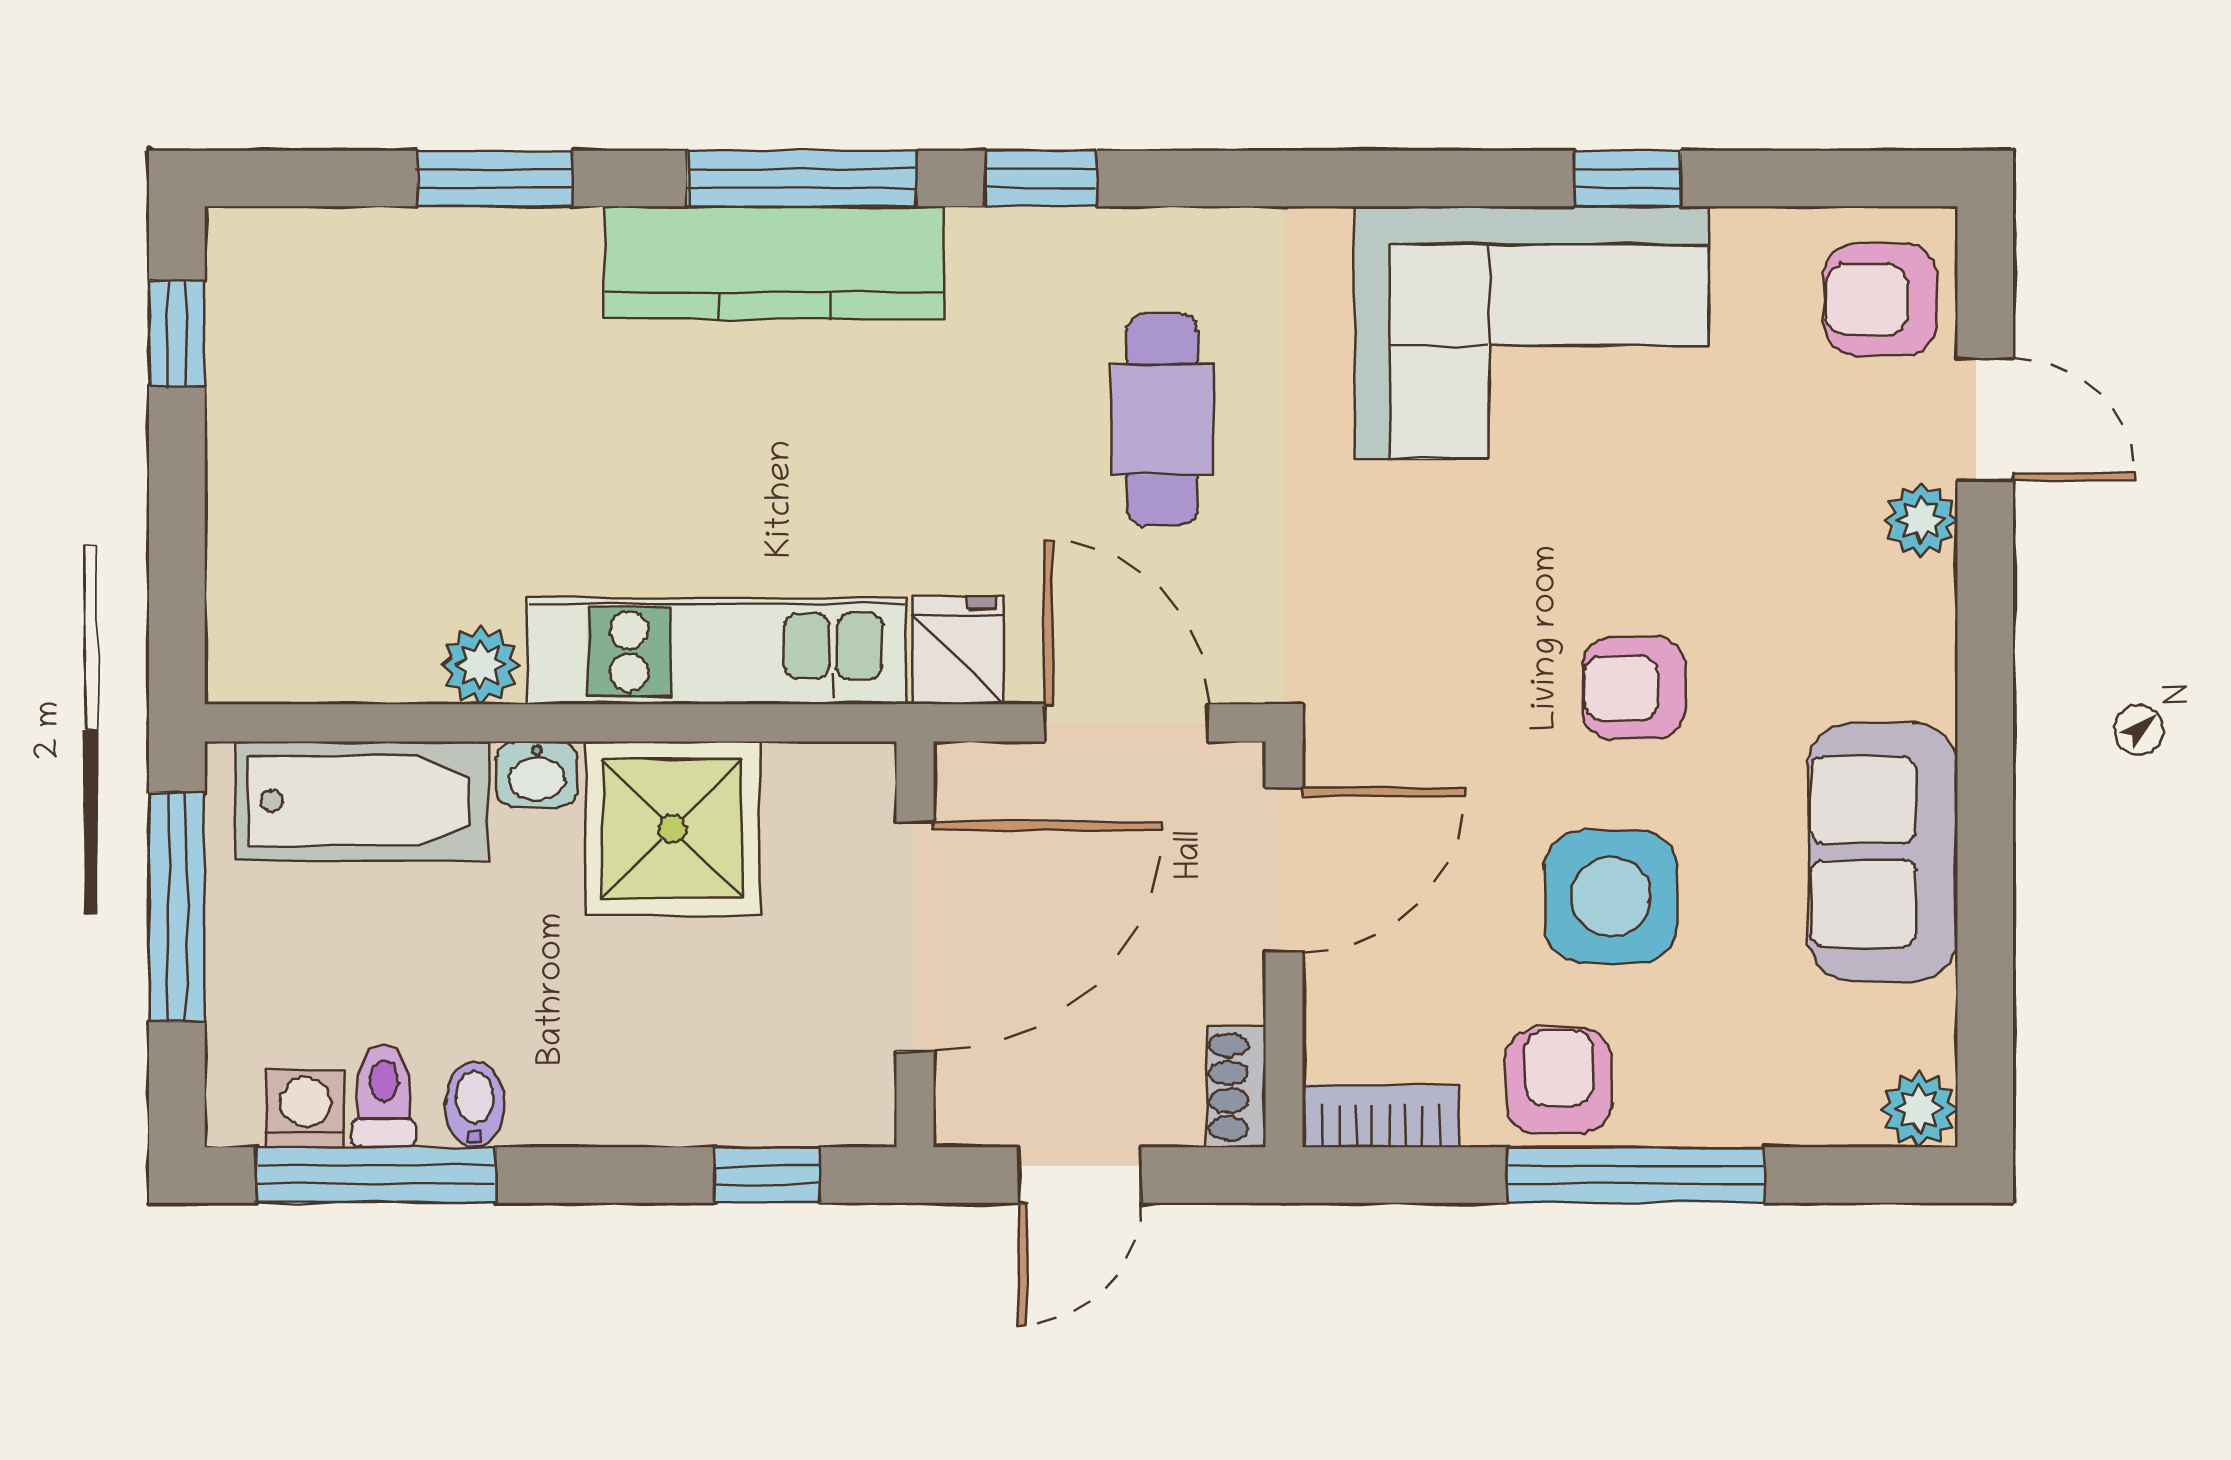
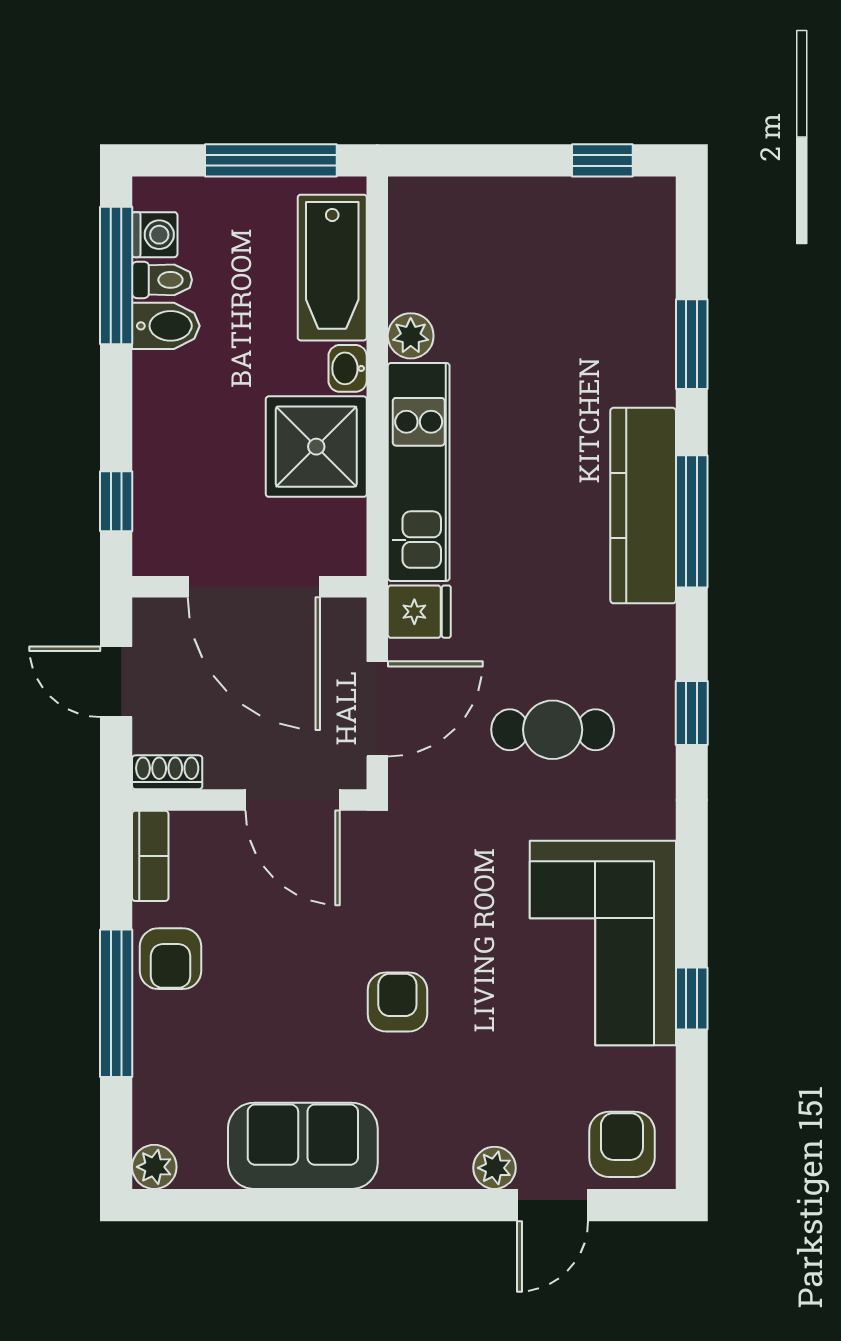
window: (1041, 179) -> (692, 713), moved
side table: (1611, 897) -> (277, 989), removed
armchair: (1559, 1081) -> (171, 959), turned 90
bidet: (474, 1104) -> (166, 326), width x1.38, depth x1.36

